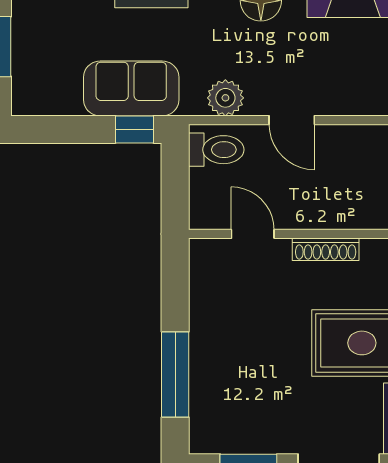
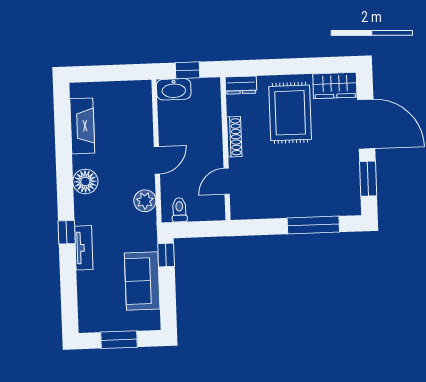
sofa: (131, 88) -> (142, 281), moved
toilet: (216, 150) -> (179, 210), width x0.73, depth x0.72

